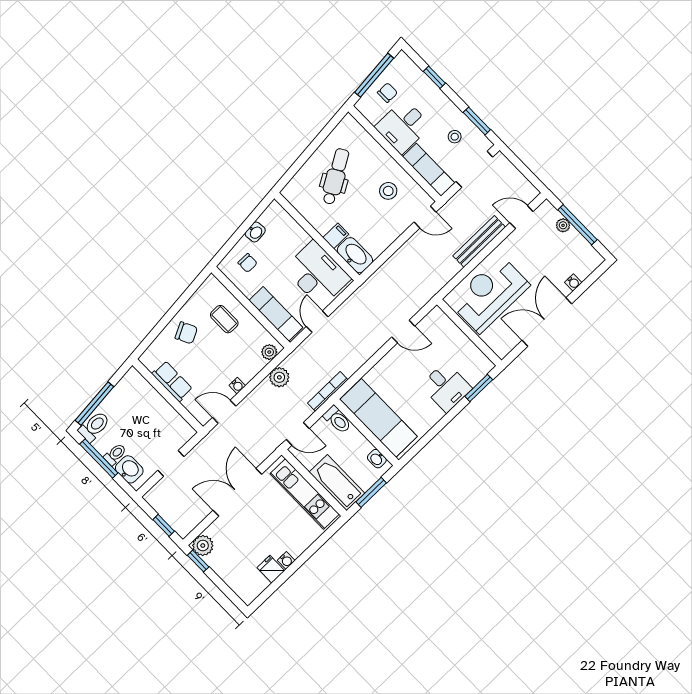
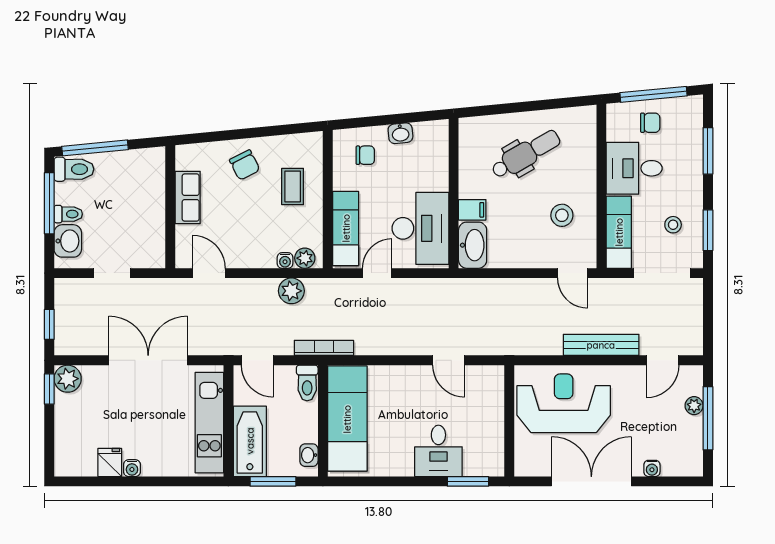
window: (434, 77) -> (708, 151), width x1.50
door: (521, 217) -> (663, 360), swing flipped
chair: (248, 263) -> (365, 155), turned -90
water cooler: (237, 386) -> (285, 260), moved

